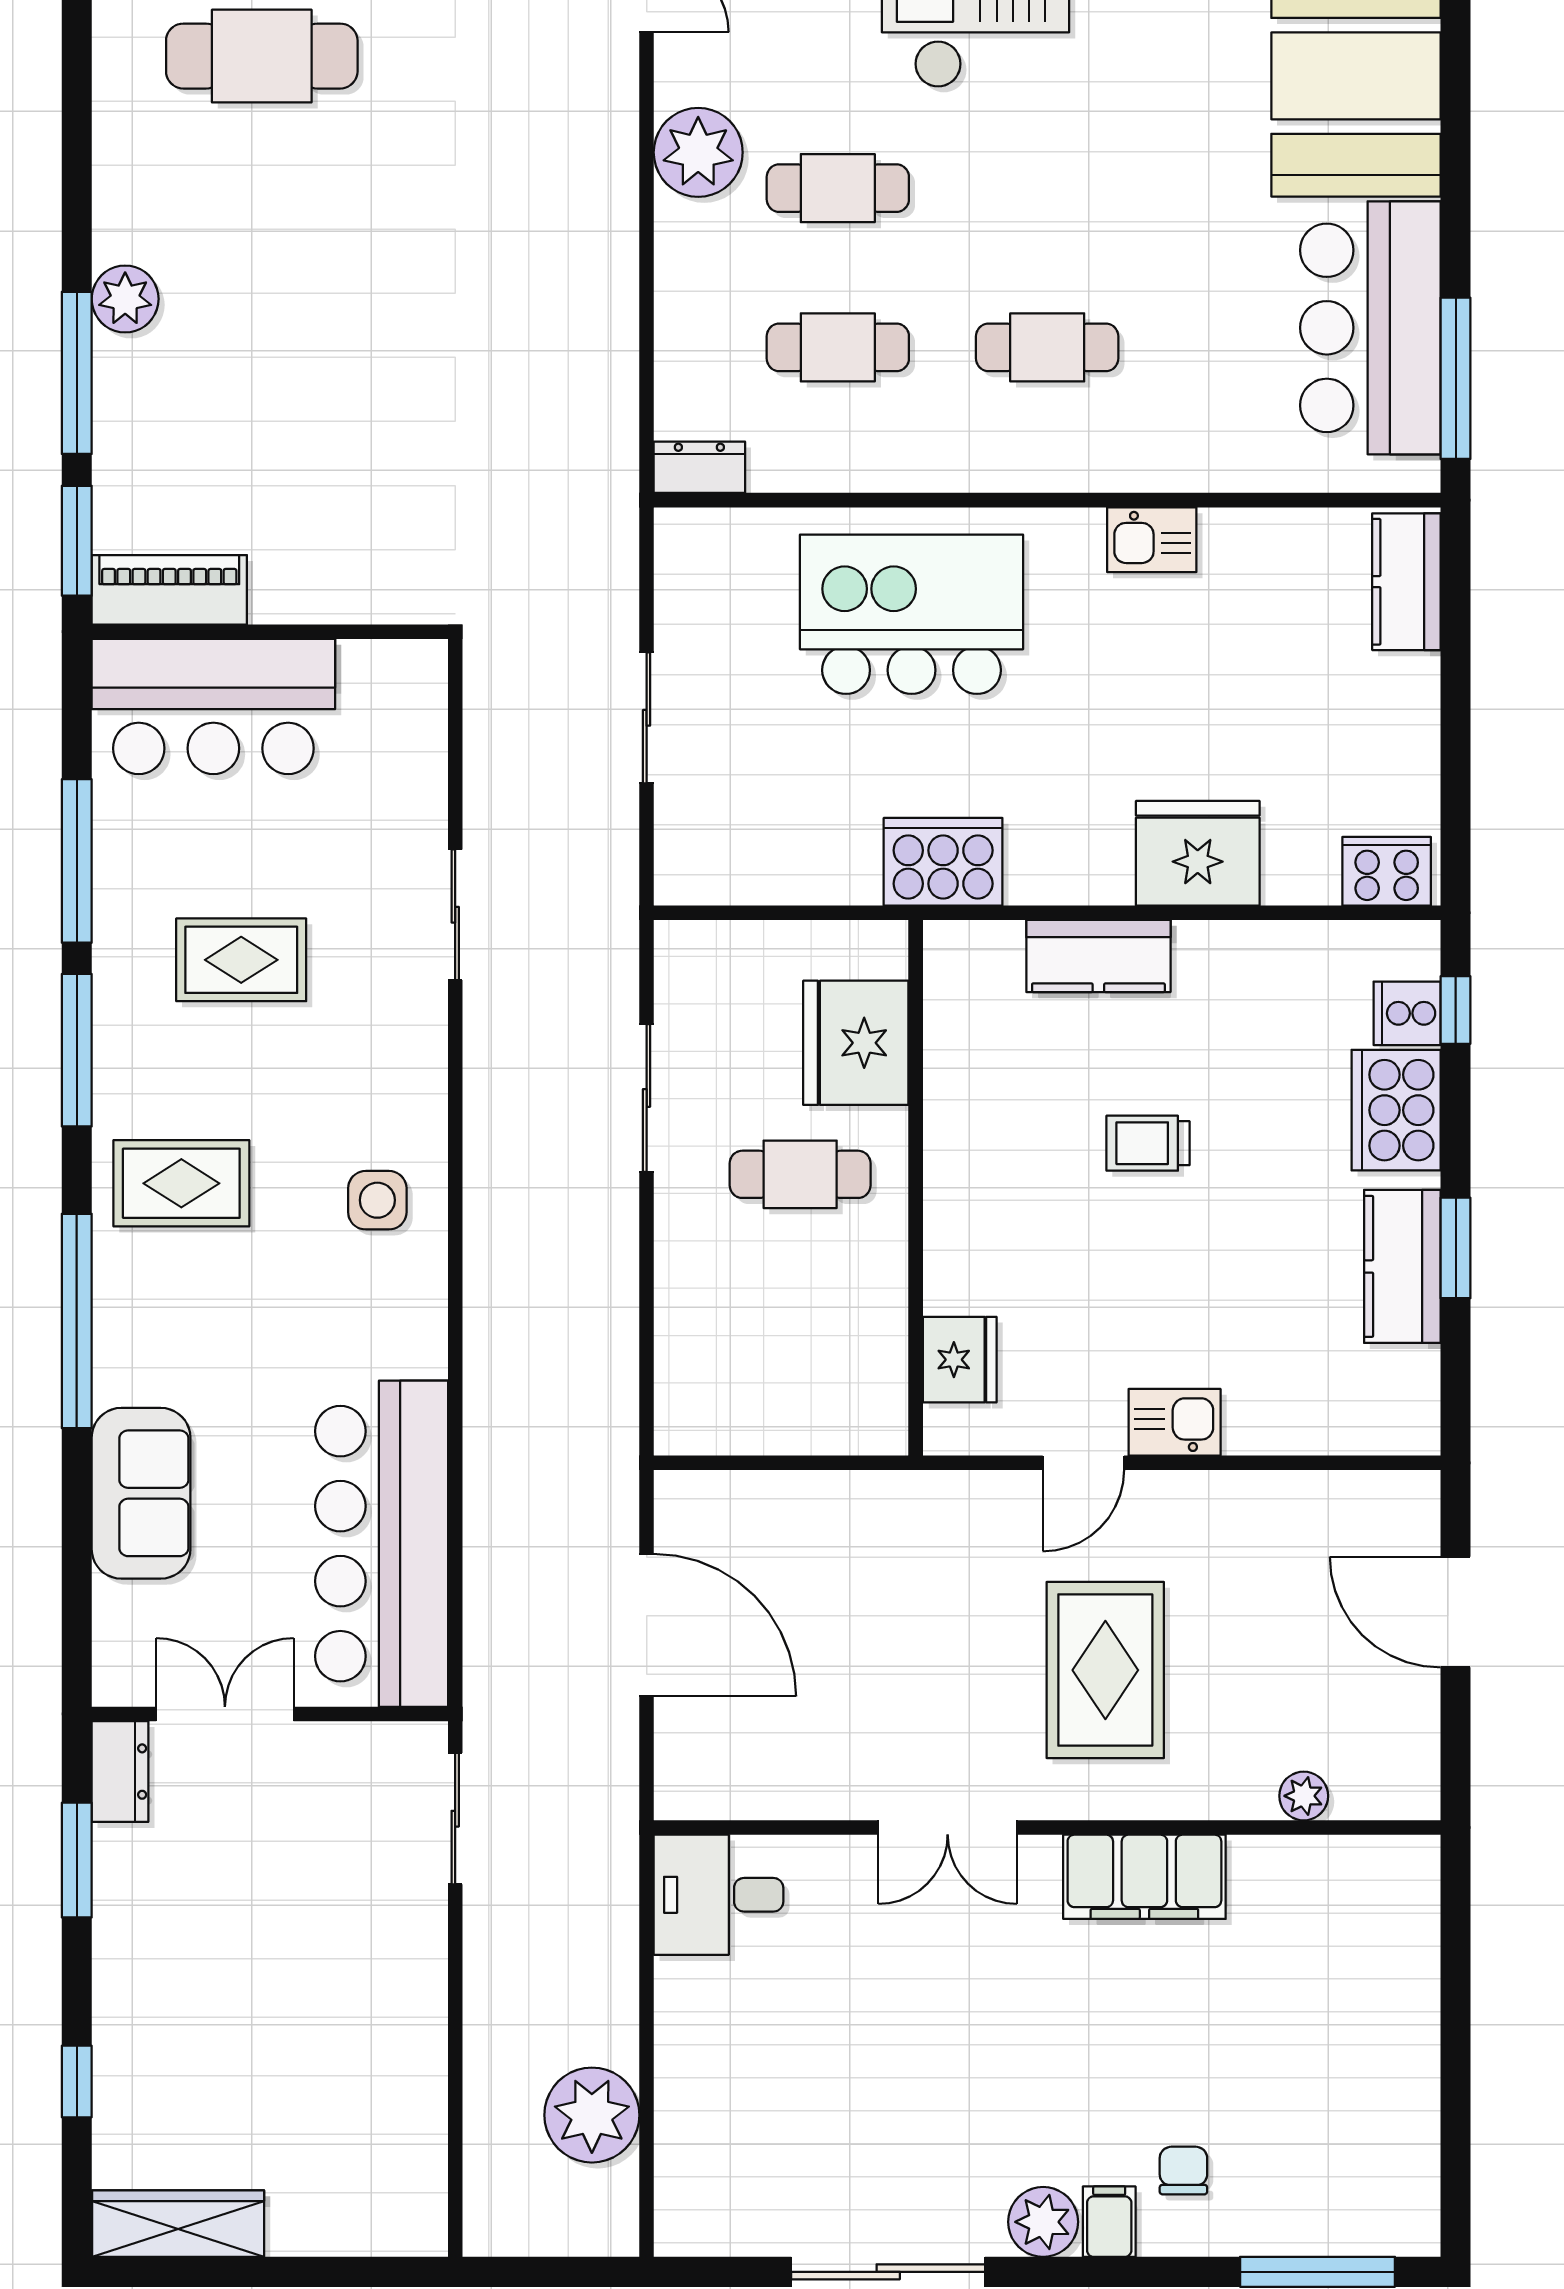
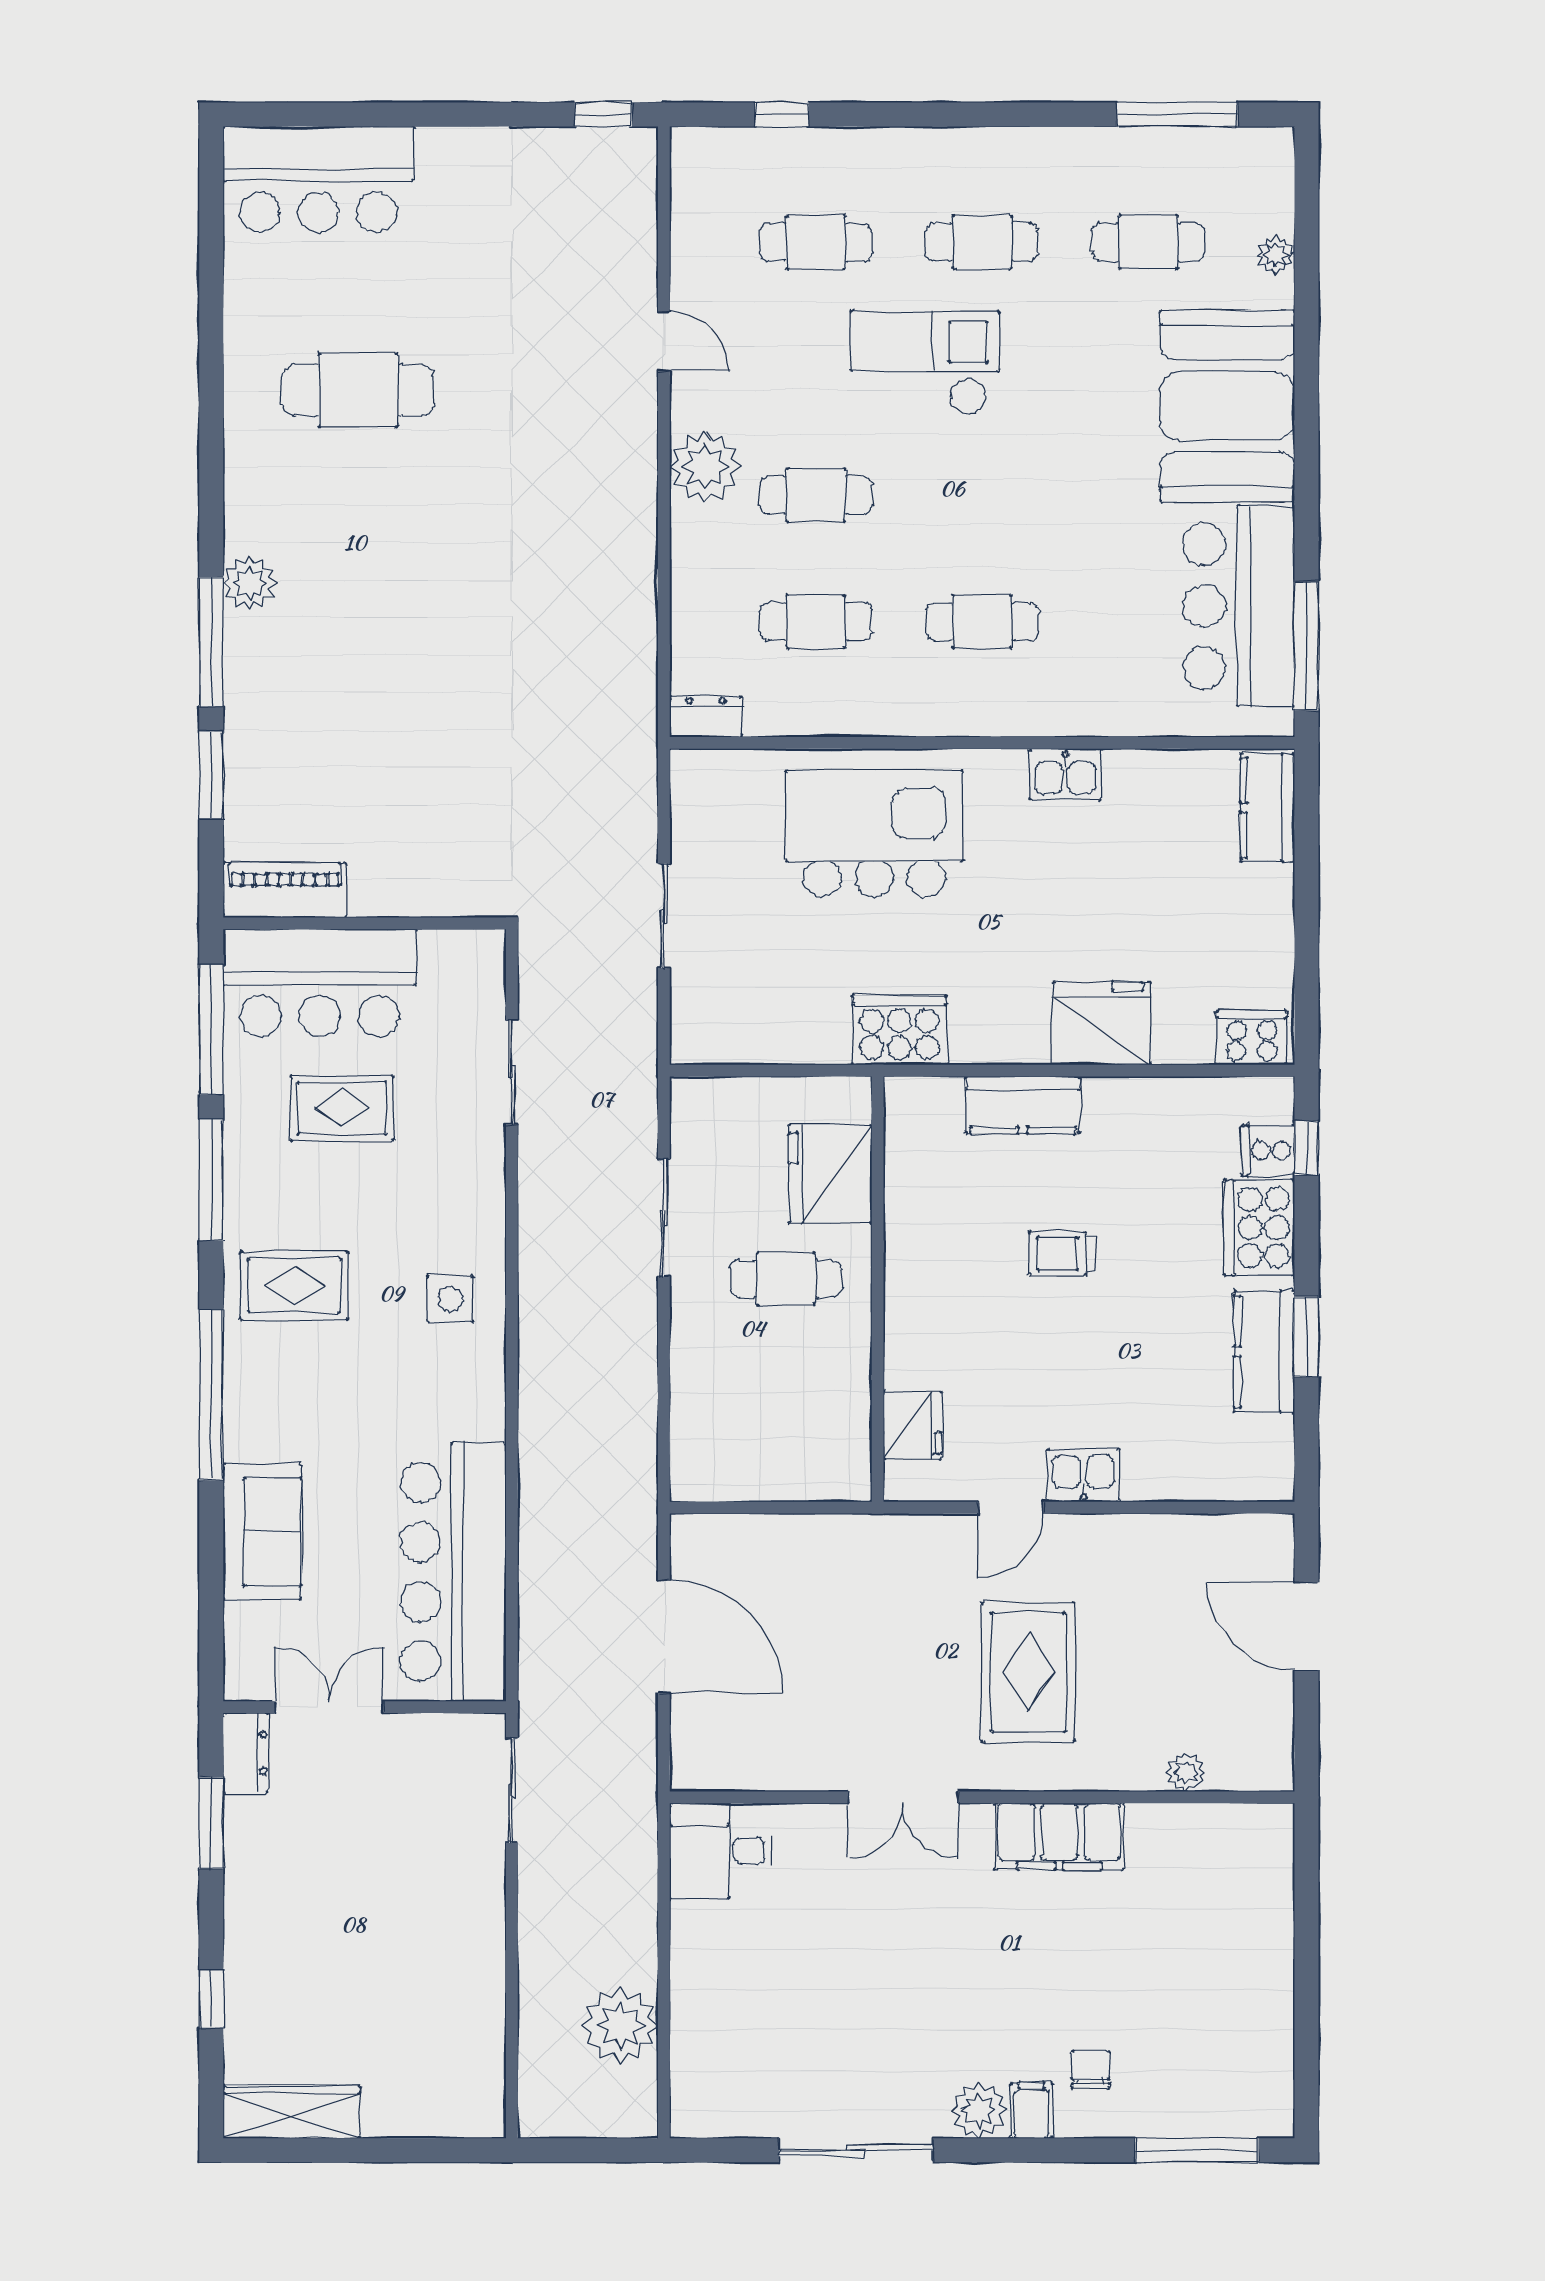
piano: (169, 590) -> (285, 890), moved
wall: (270, 632) -> (365, 923), moved
bar counter: (213, 706) -> (320, 983), moved

